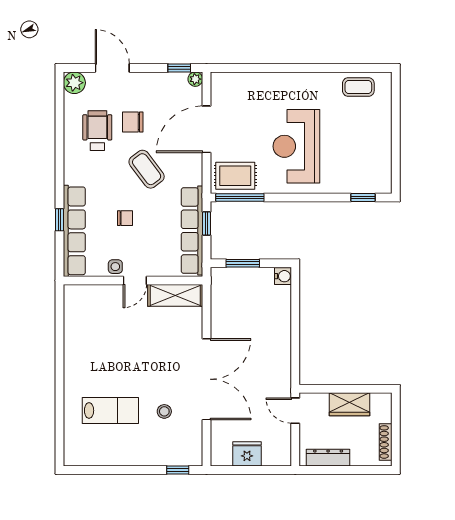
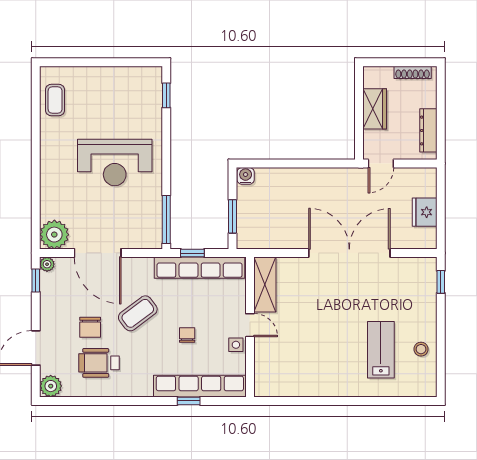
plant: (225, 86) -> (54, 235), added
rug: (235, 176) -> (144, 224), removed
stool: (164, 411) -> (421, 349), moved

